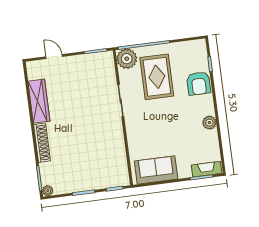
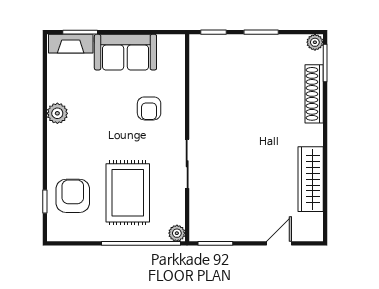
door: (54, 57) -> (279, 243), swing flipped
plant: (127, 59) -> (177, 233), width x0.53, depth x0.53
armchair: (199, 83) -> (73, 196), moved
armchair: (150, 134) -> (149, 108), added
shoe rack: (42, 143) -> (314, 94), moved
sofa: (156, 170) -> (125, 52), moved

